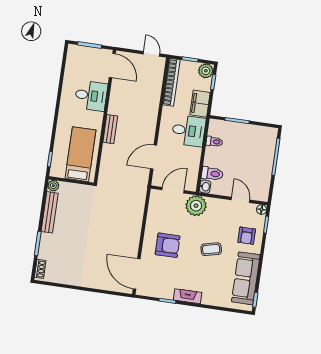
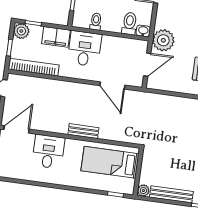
door: (173, 190) -> (147, 65), swing flipped

